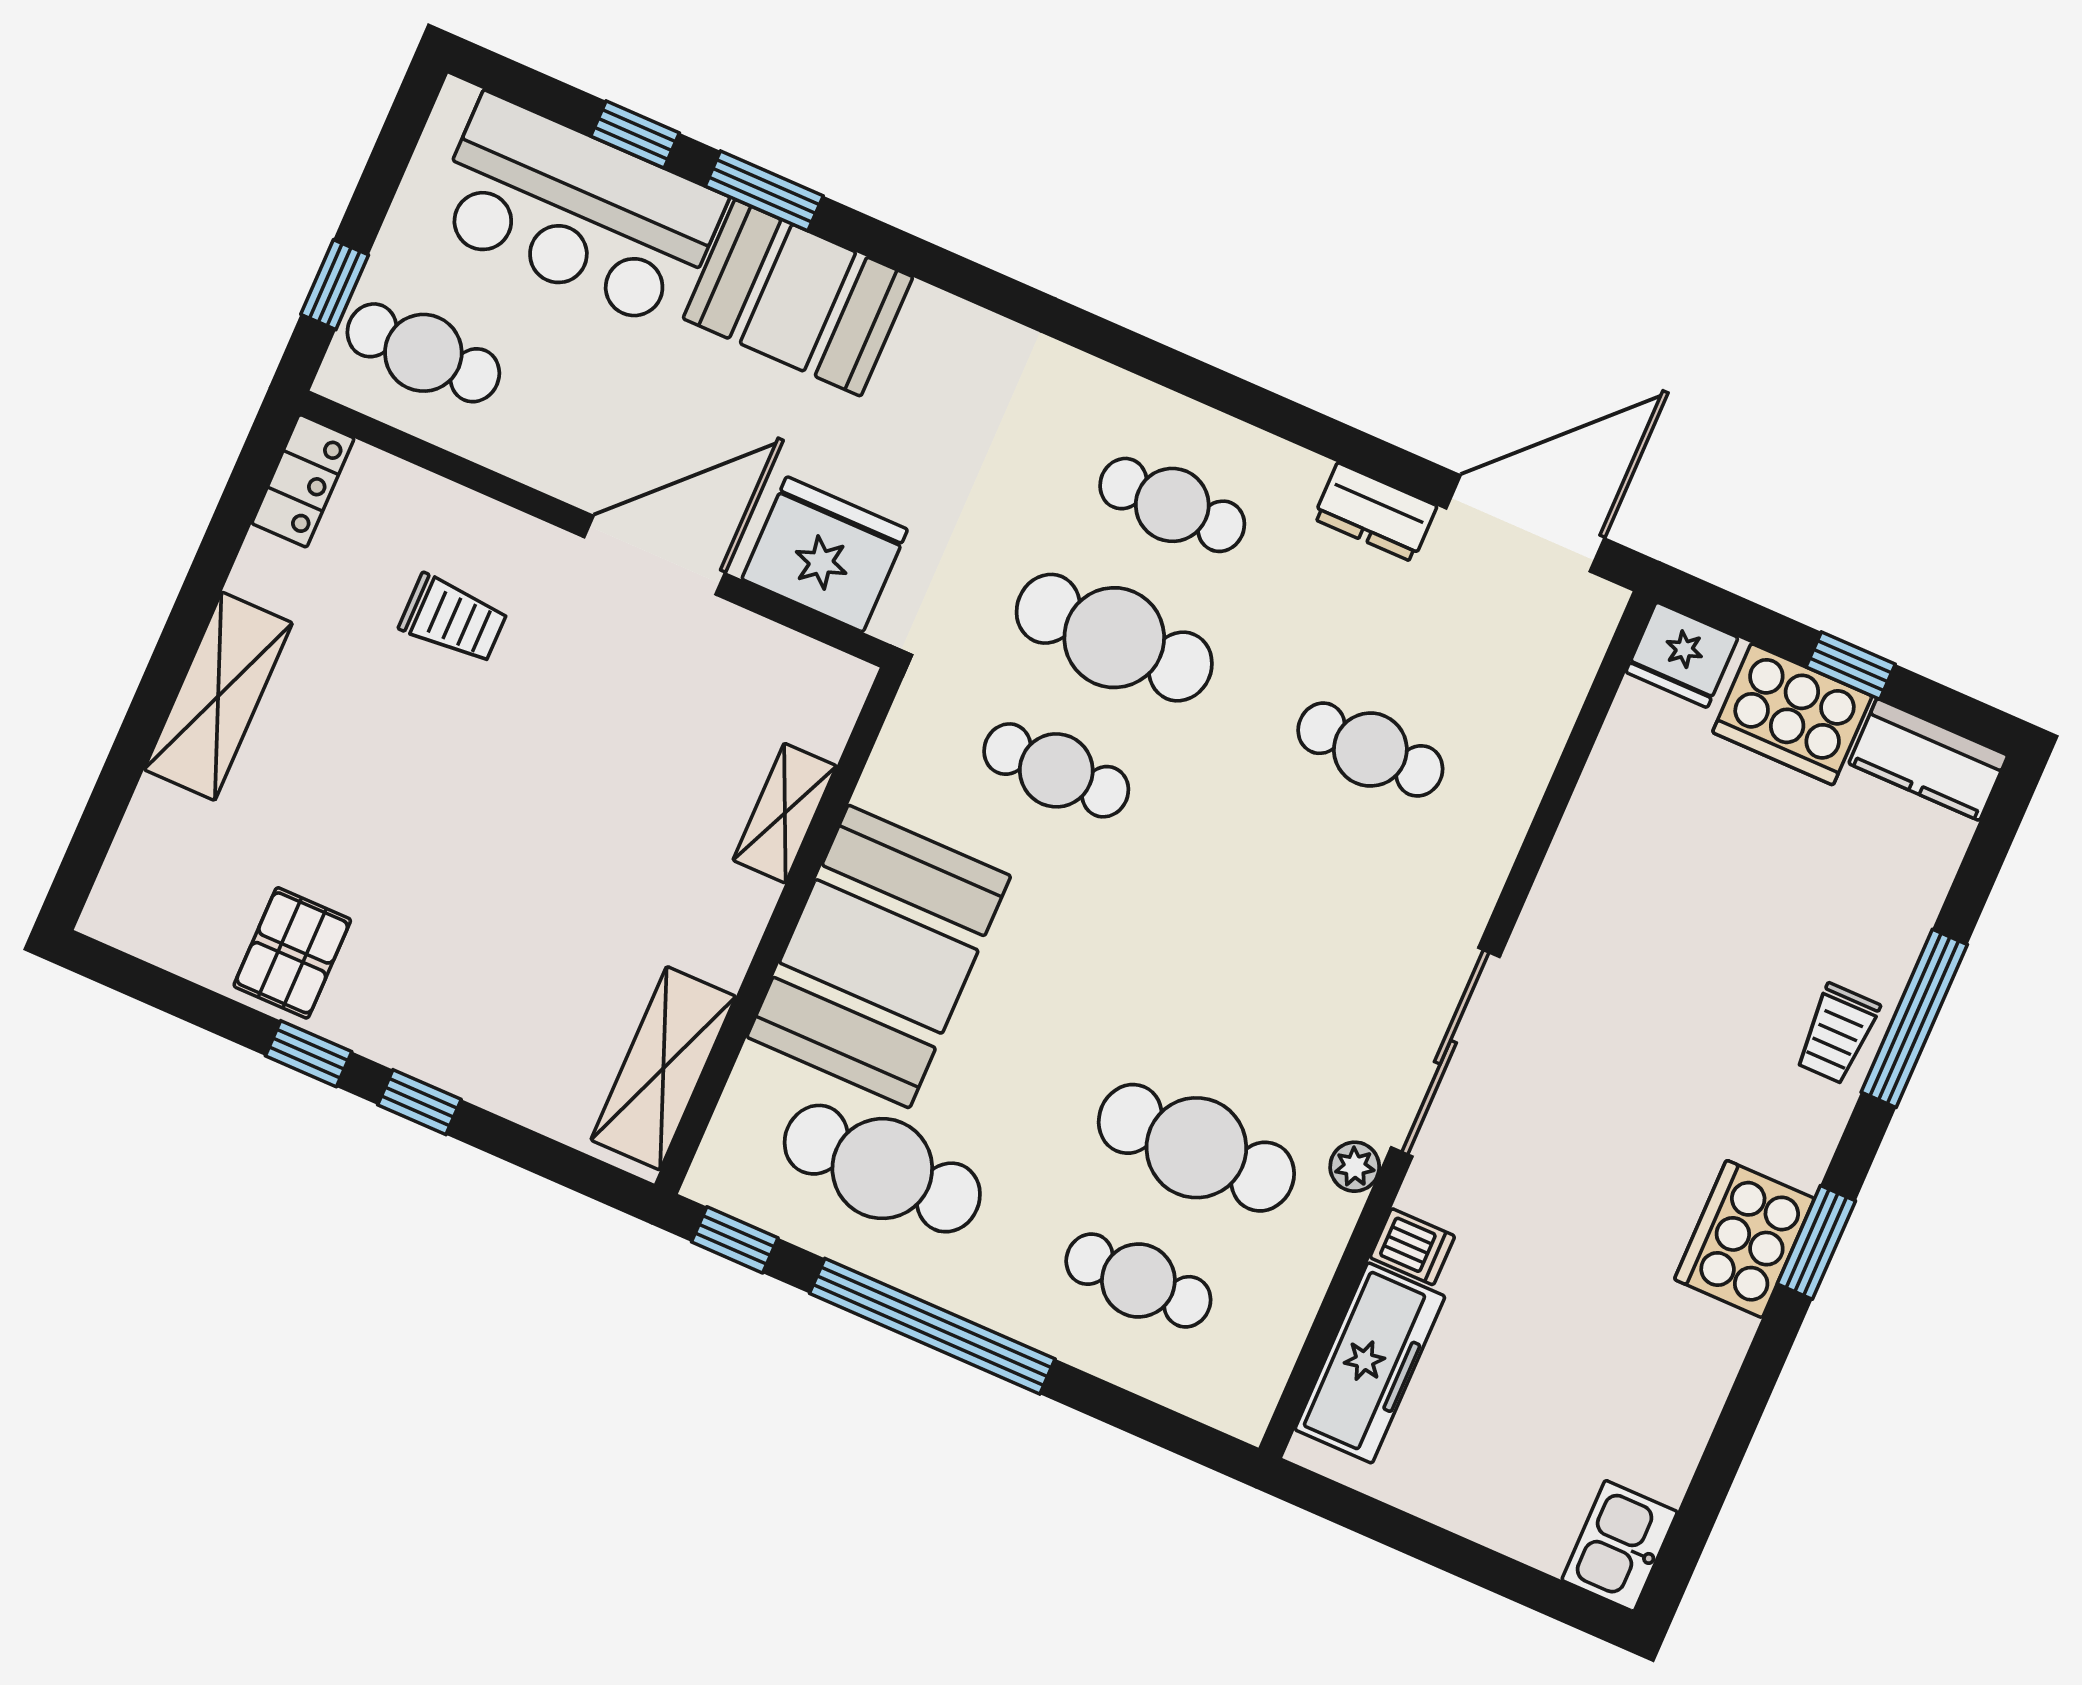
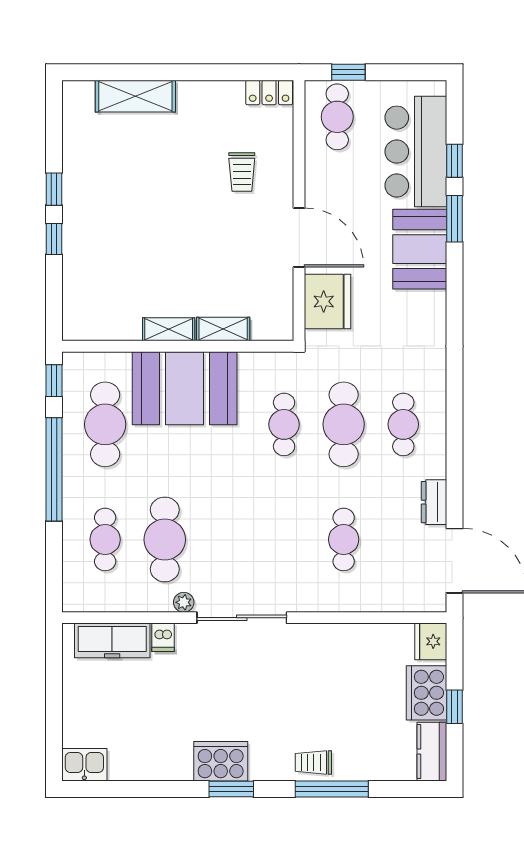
shelving: (218, 696) -> (135, 96), moved
pallet: (292, 953) -> (89, 166), removed
shelving: (663, 1068) -> (169, 329), moved, width x0.67, depth x0.75

